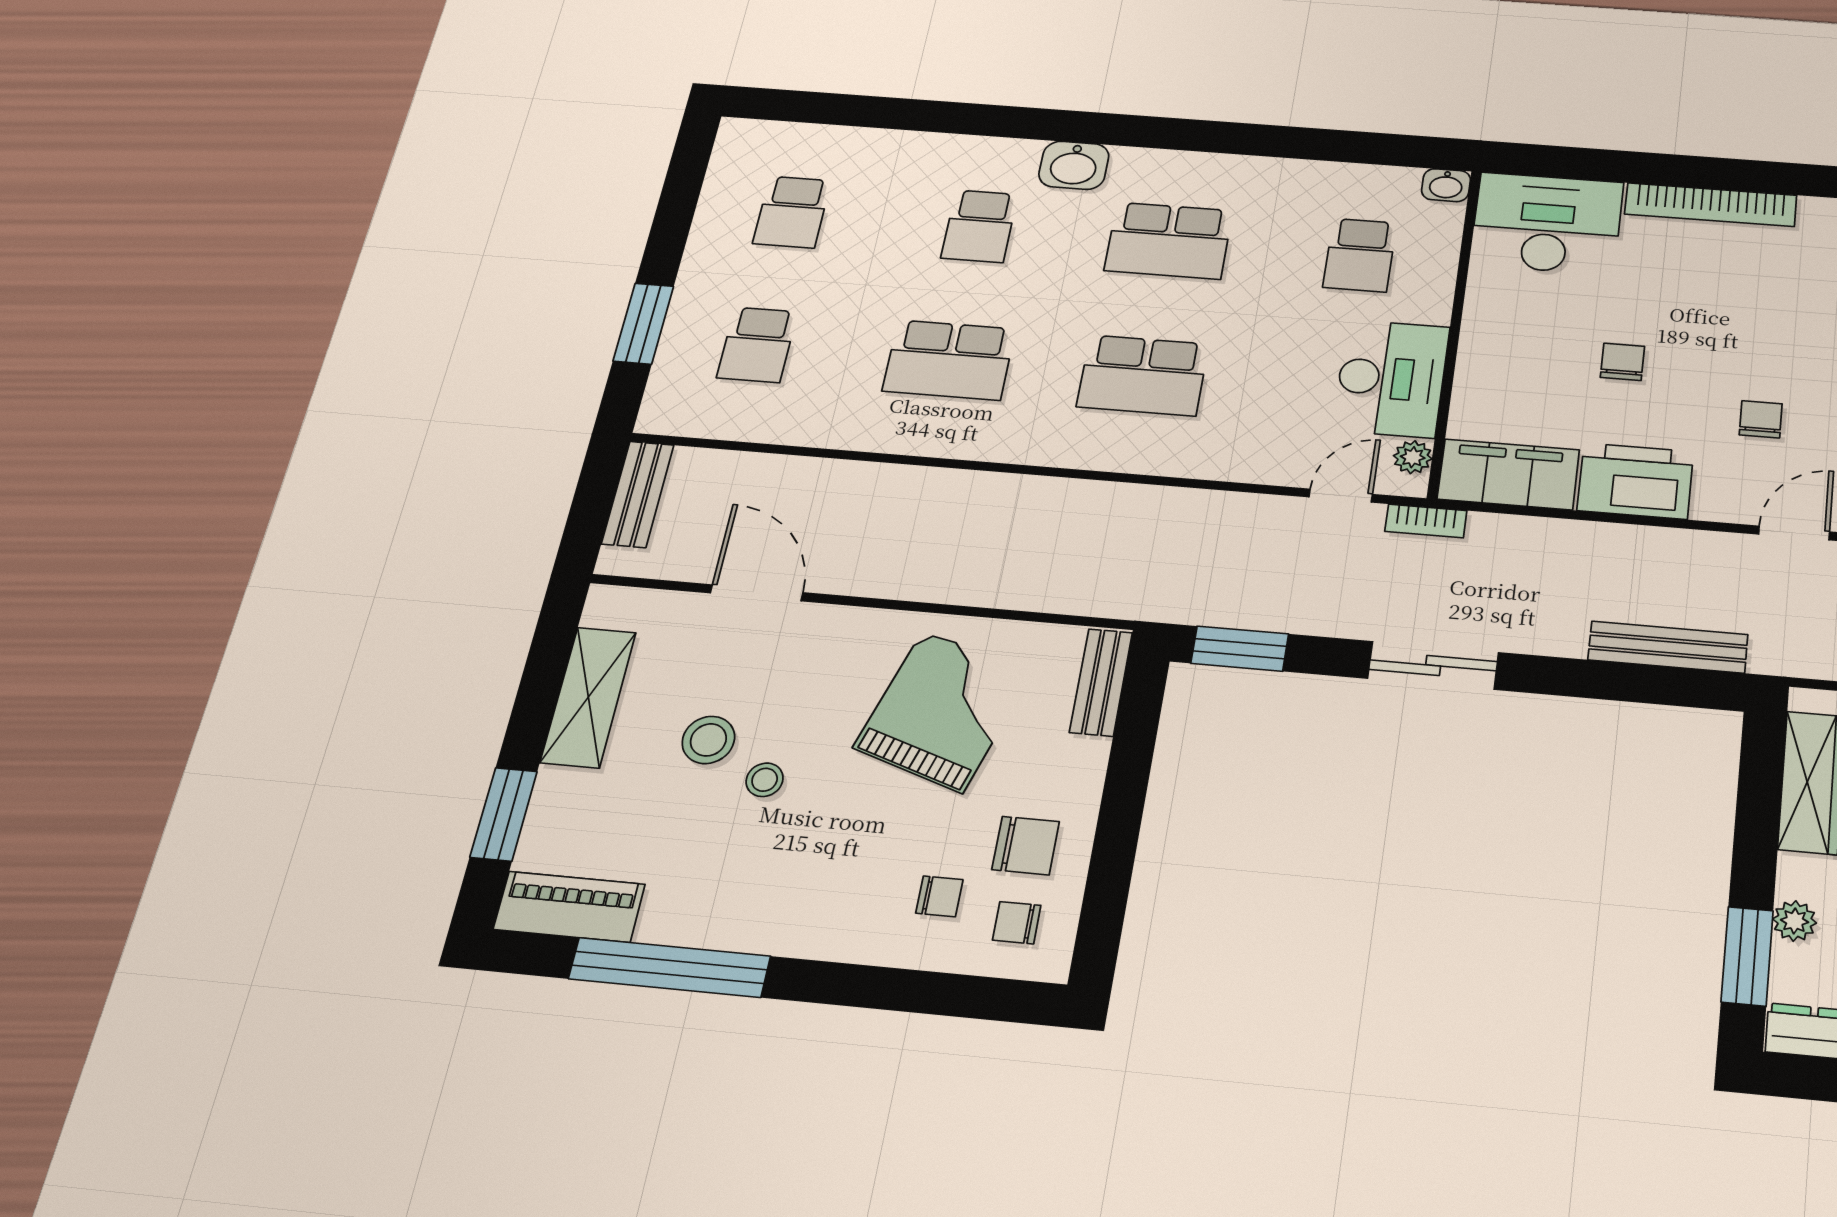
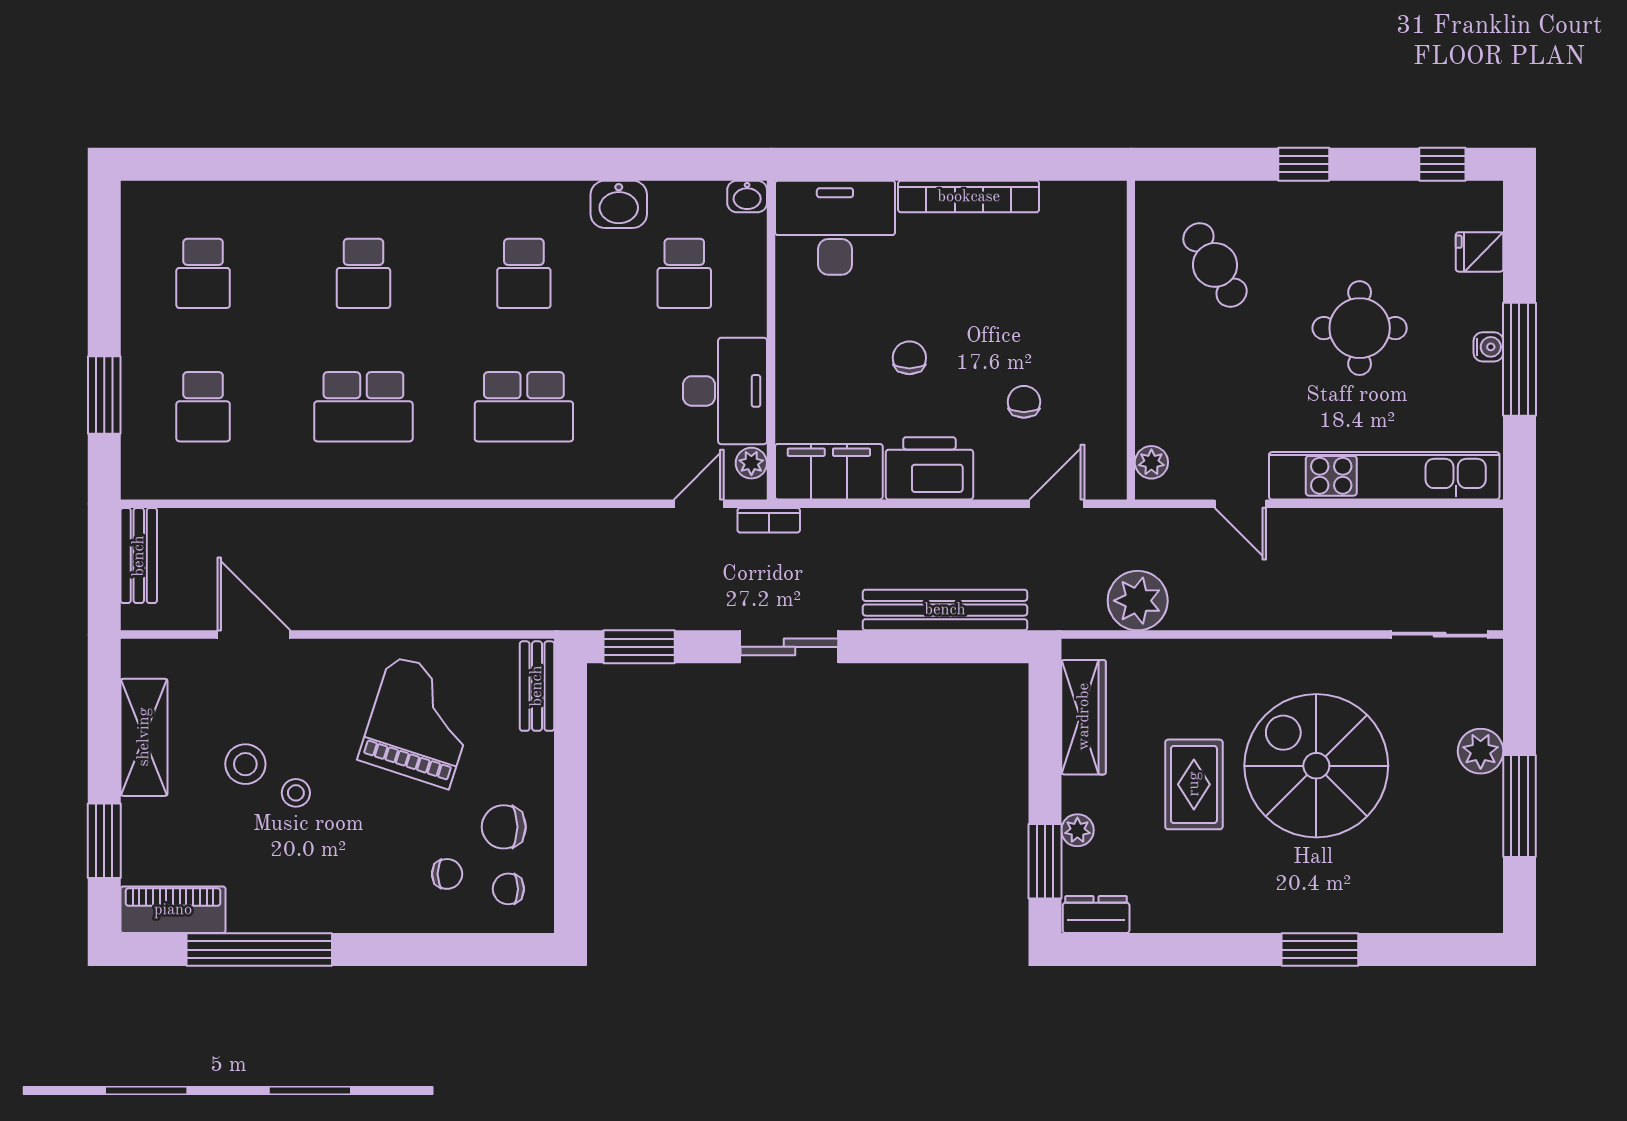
washbasin: (1074, 165) -> (619, 204), moved
school desk: (1169, 241) -> (524, 273), width x0.54
bench: (1668, 647) -> (945, 610), width x1.37, depth x1.21
chair: (1026, 846) -> (504, 827), turned 180

